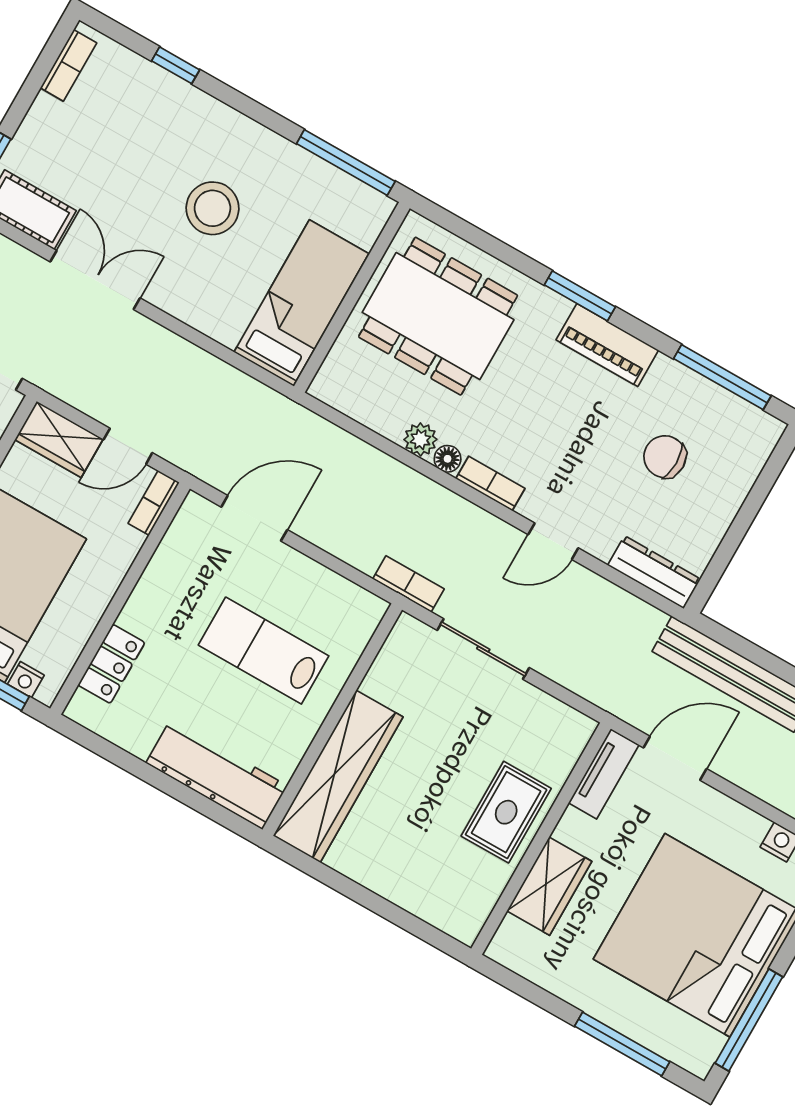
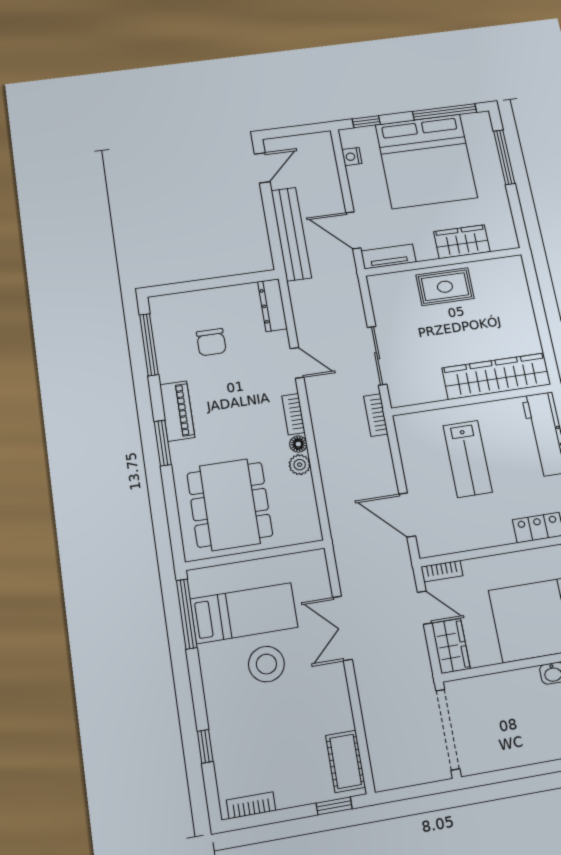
double door: (95, 280) -> (342, 628), moved
bed: (301, 303) -> (244, 613), moved, turned 180

